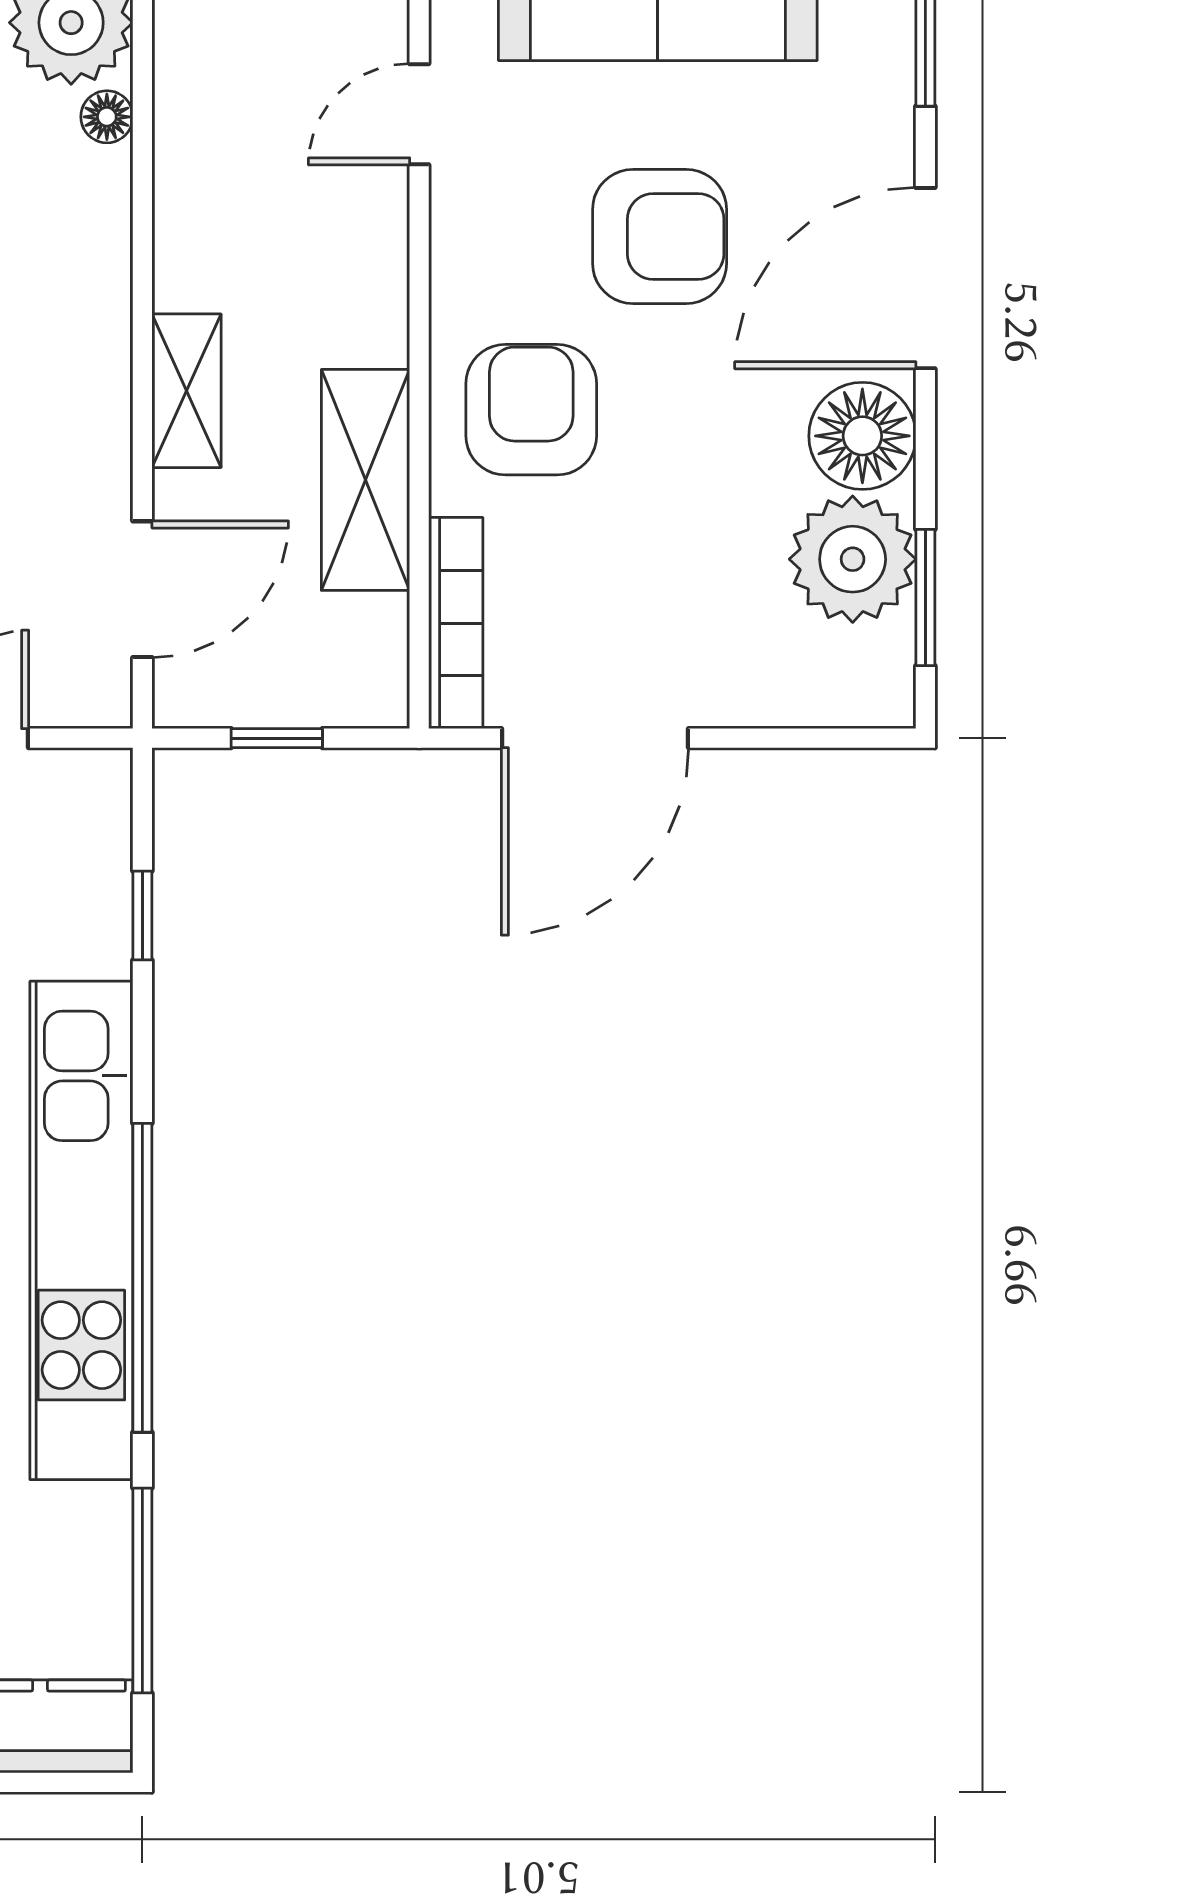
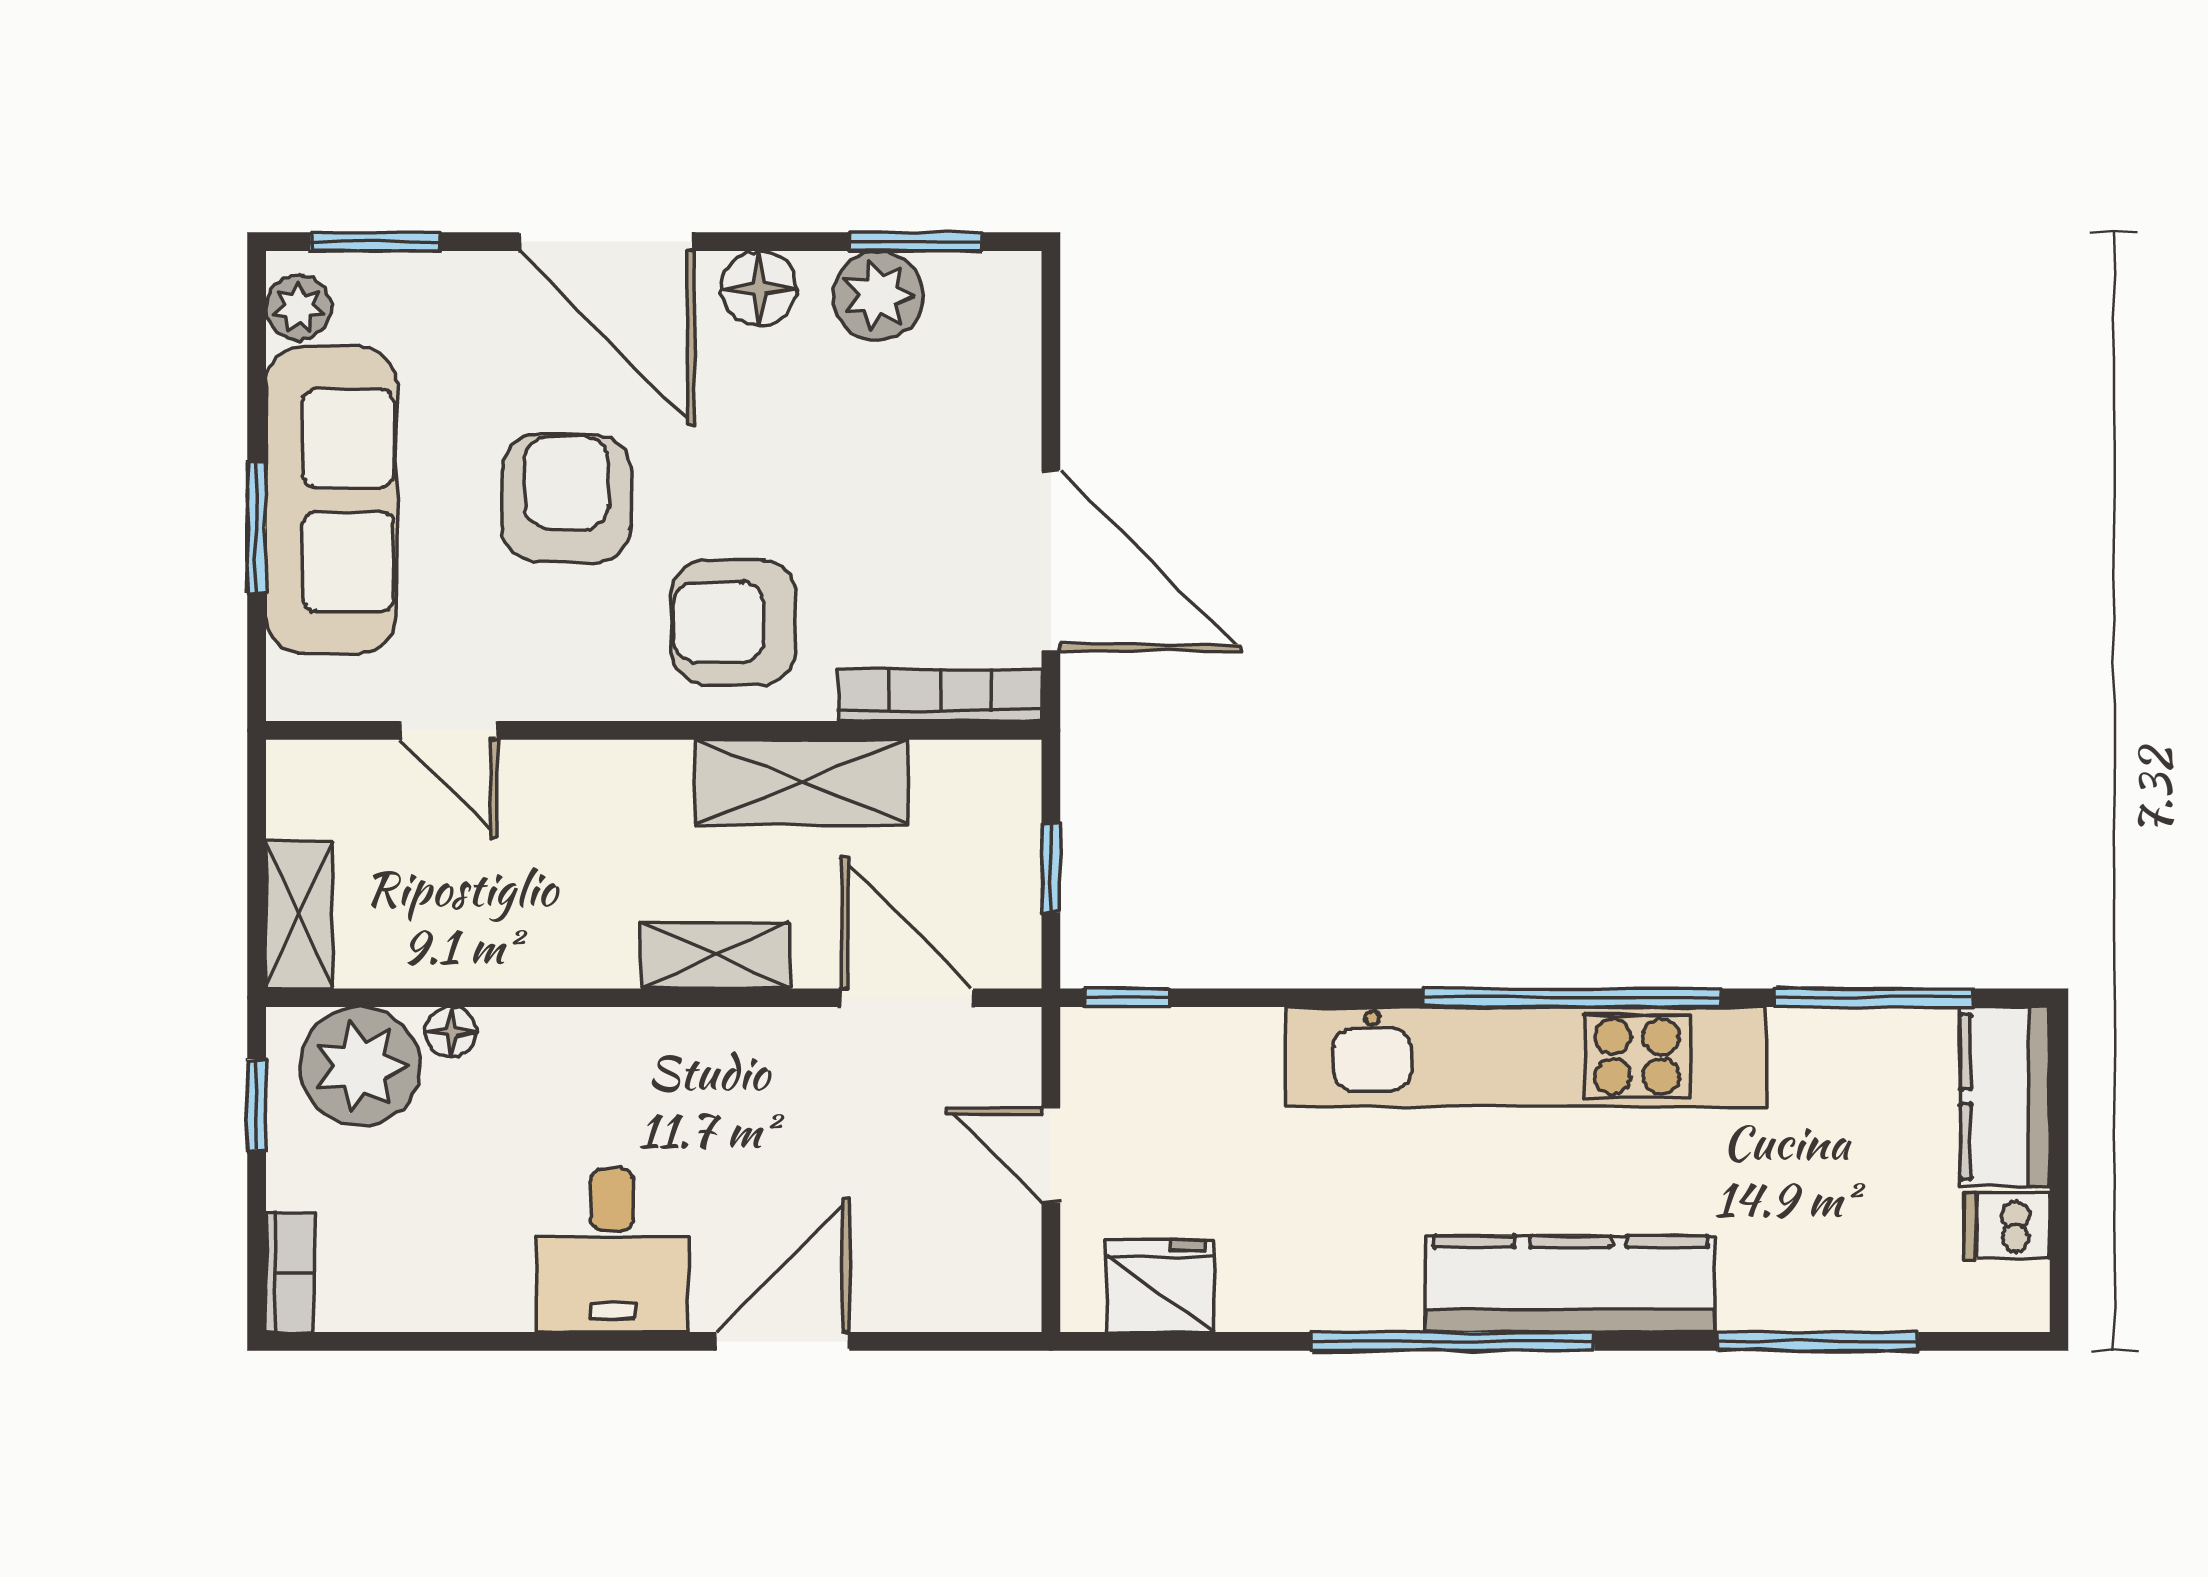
floor lamp: (862, 436) -> (759, 288), width x0.73, depth x0.73
plant: (853, 559) -> (878, 296), width x0.73, depth x0.73
window: (142, 915) -> (1127, 998), moved

